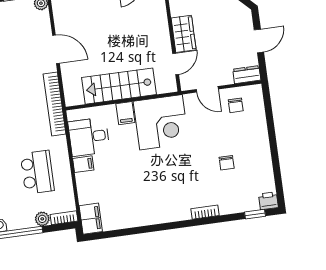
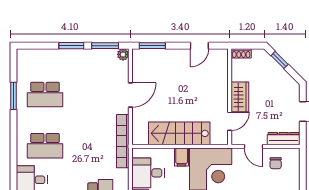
door: (56, 49) -> (130, 95), hinge flipped
dresser: (247, 75) -> (284, 139), width x1.44

